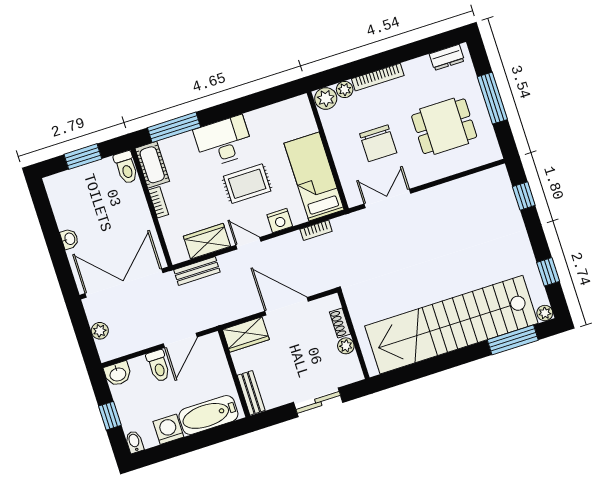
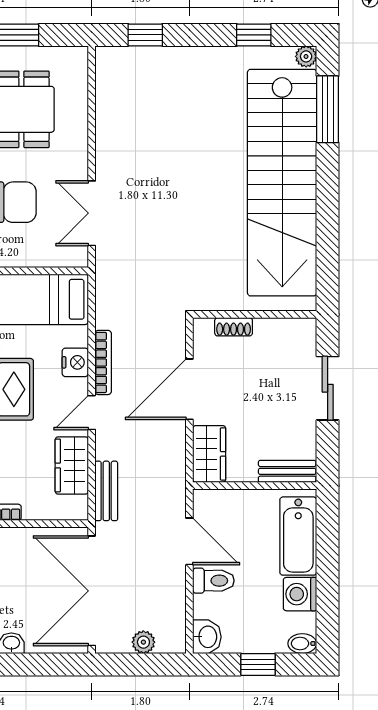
bookcase: (316, 230) -> (103, 362), moved, width x1.56
plant: (346, 346) -> (266, 329), removed

